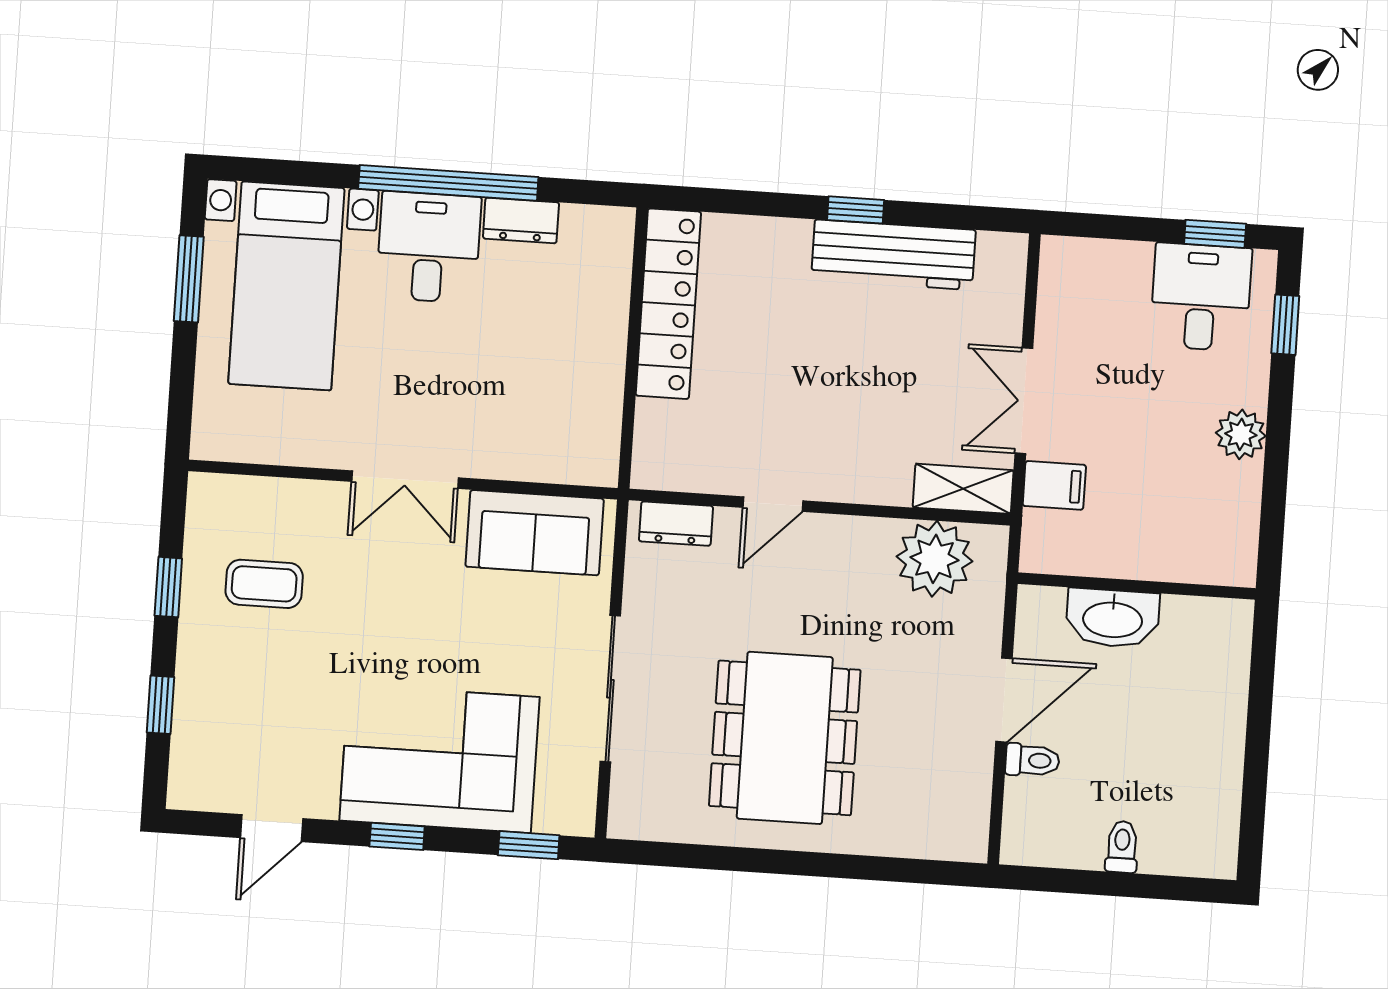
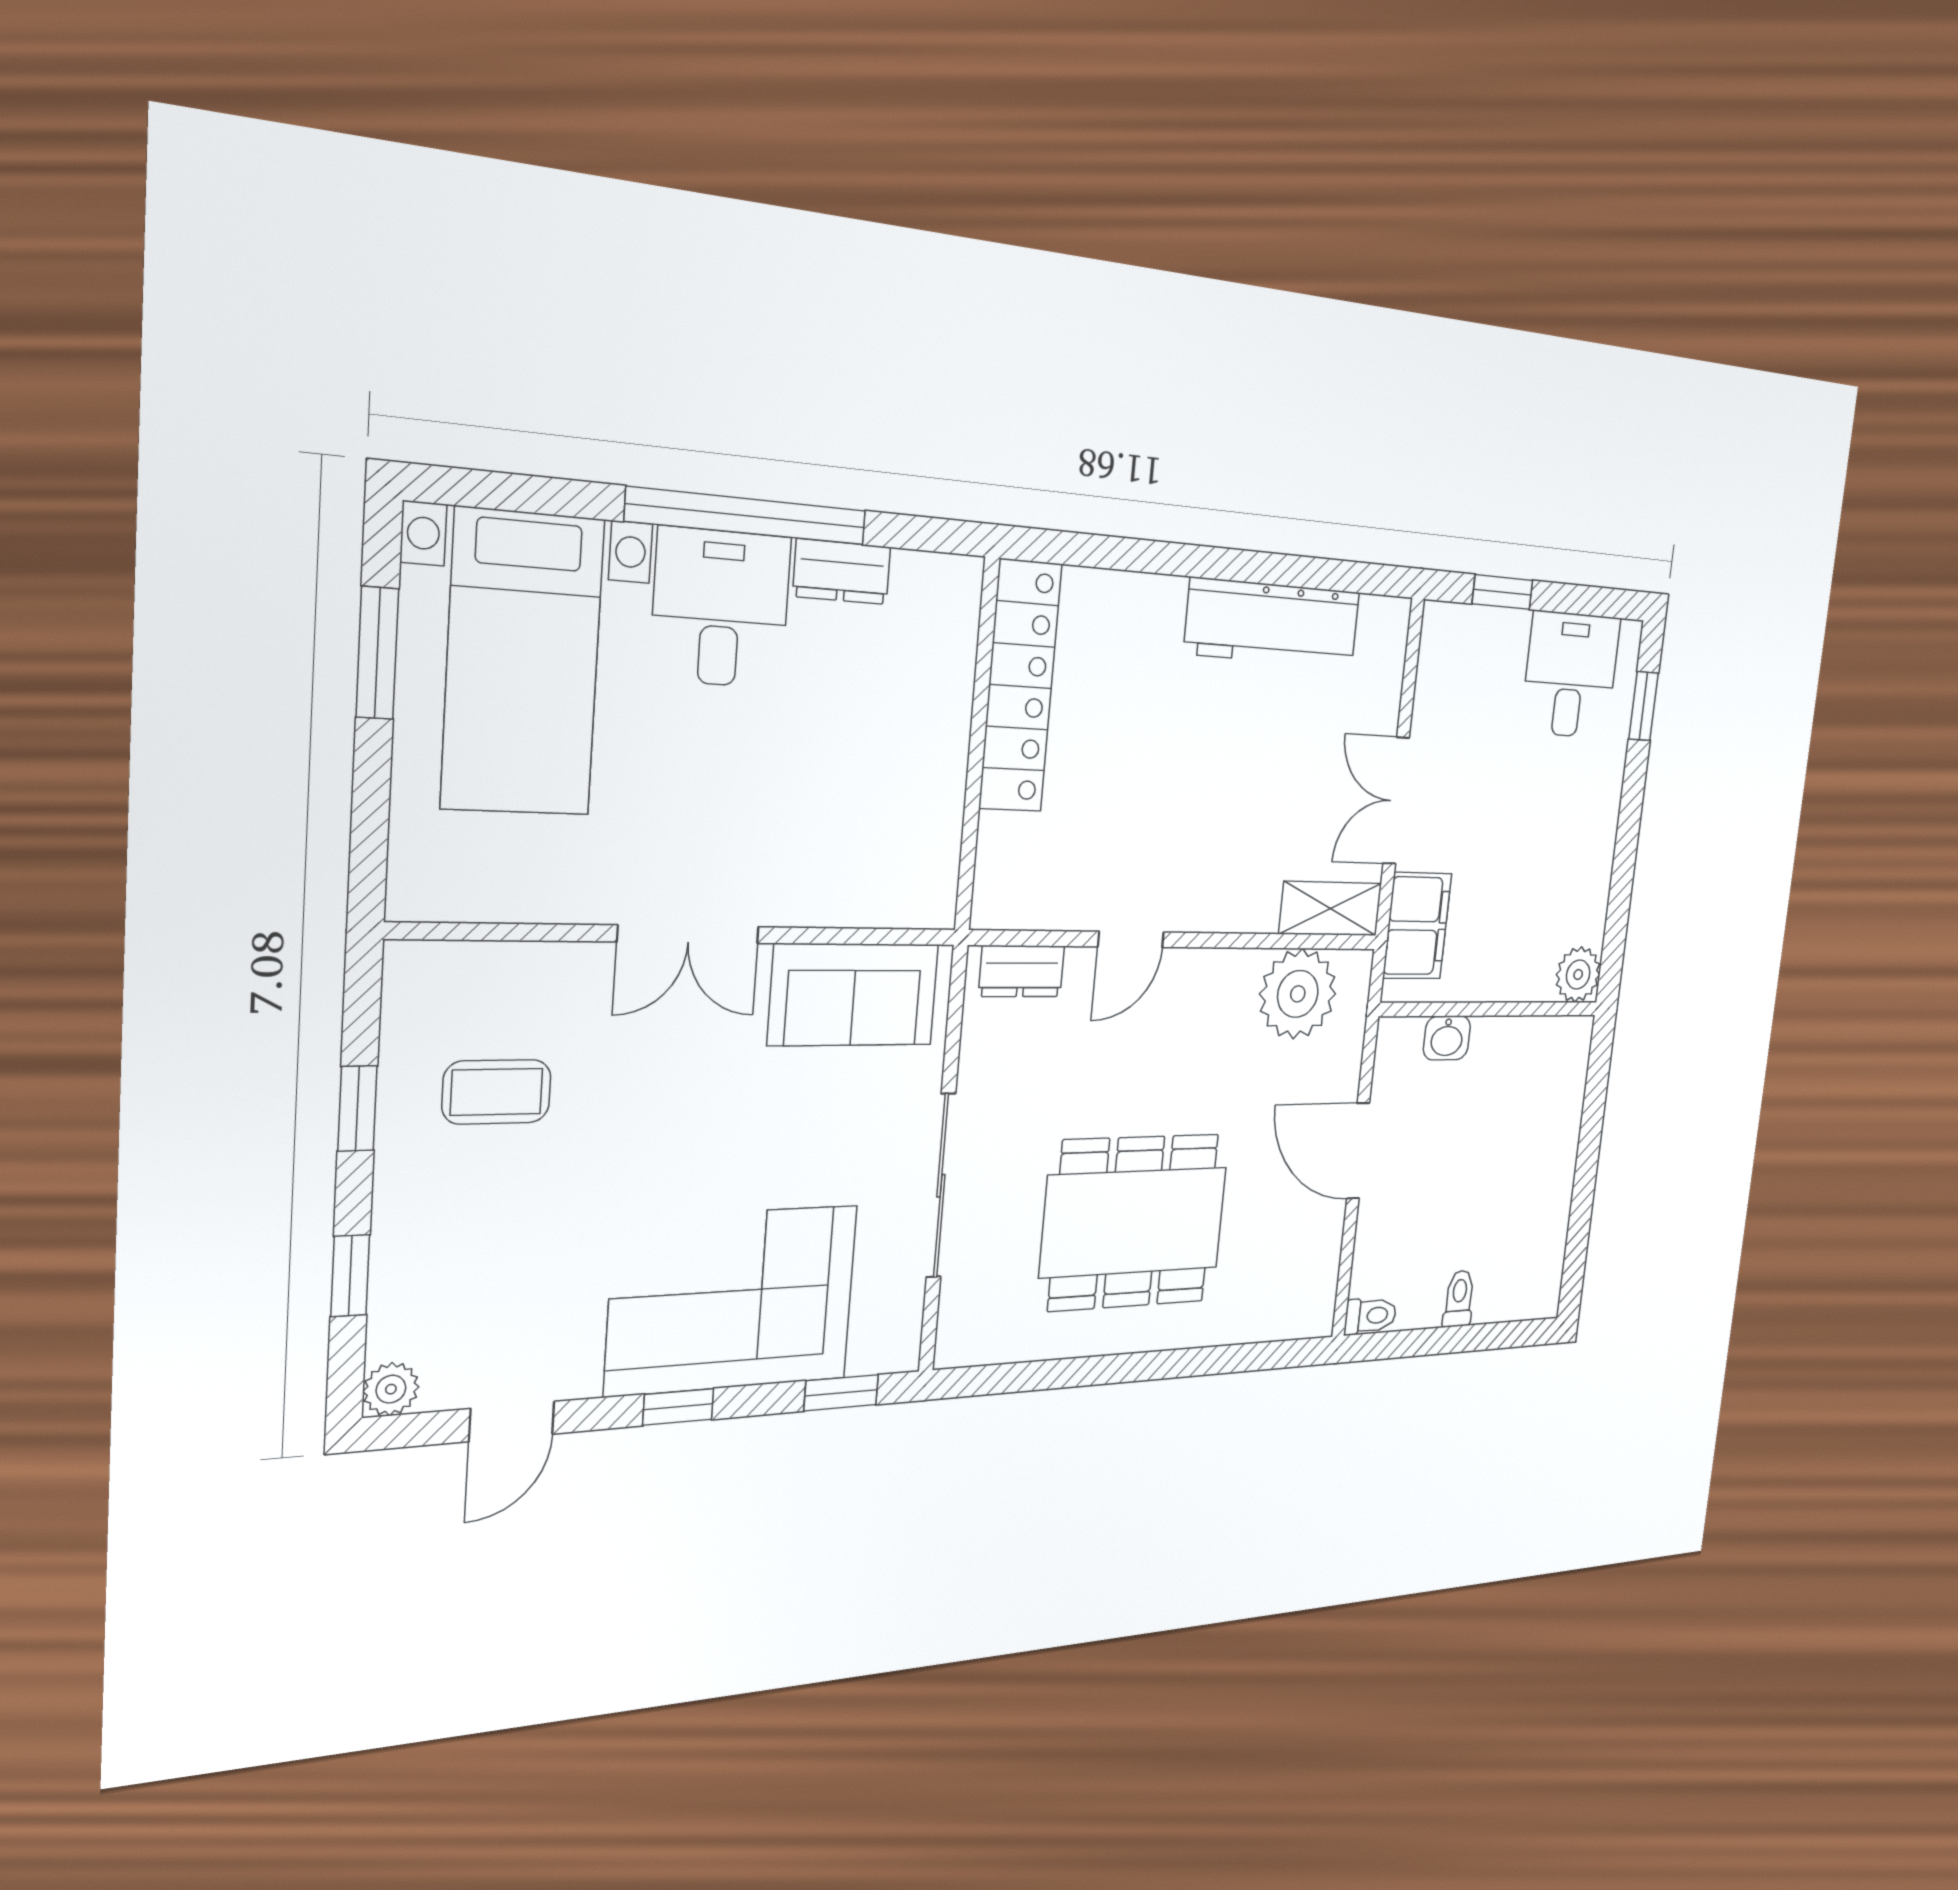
window: (856, 210) -> (1235, 565), removed
window: (1215, 234) -> (1502, 592), moved
plant: (1241, 434) -> (1578, 975), moved
filing cabinet: (1054, 485) -> (1417, 926), width x2.00
washbasin: (1113, 618) -> (1447, 1038), width x0.52, depth x0.69
door: (1004, 700) -> (1358, 1151), swing flipped
dining table: (785, 738) -> (1134, 1222), turned 90
toilet: (1032, 760) -> (1370, 1316), moved
plant: (186, 791) -> (391, 1389), added

